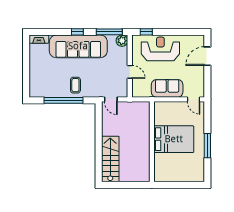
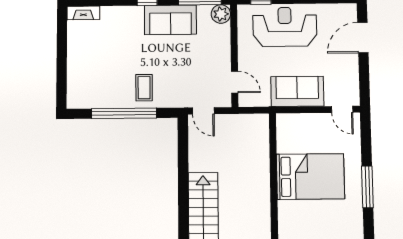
sofa: (78, 46) -> (170, 20), width x0.54, depth x0.79
door: (130, 72) -> (235, 82), moved

